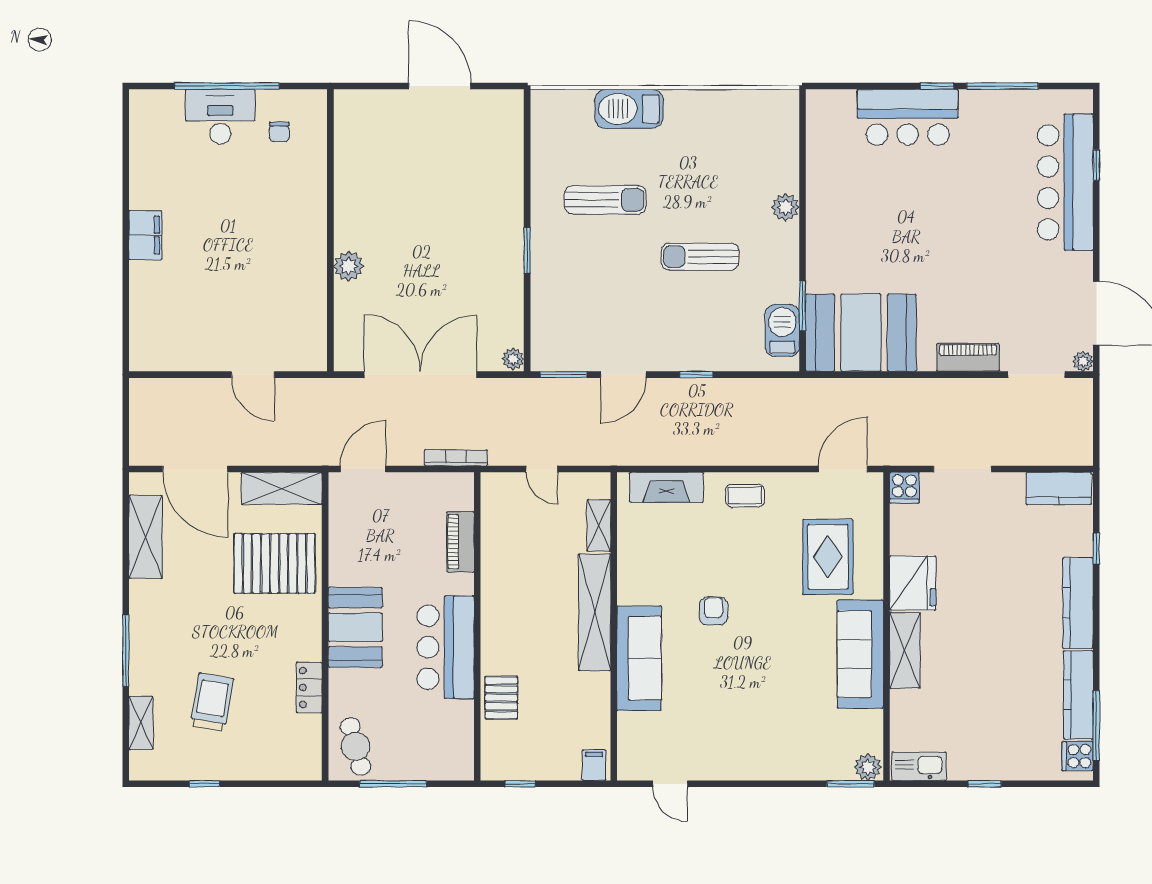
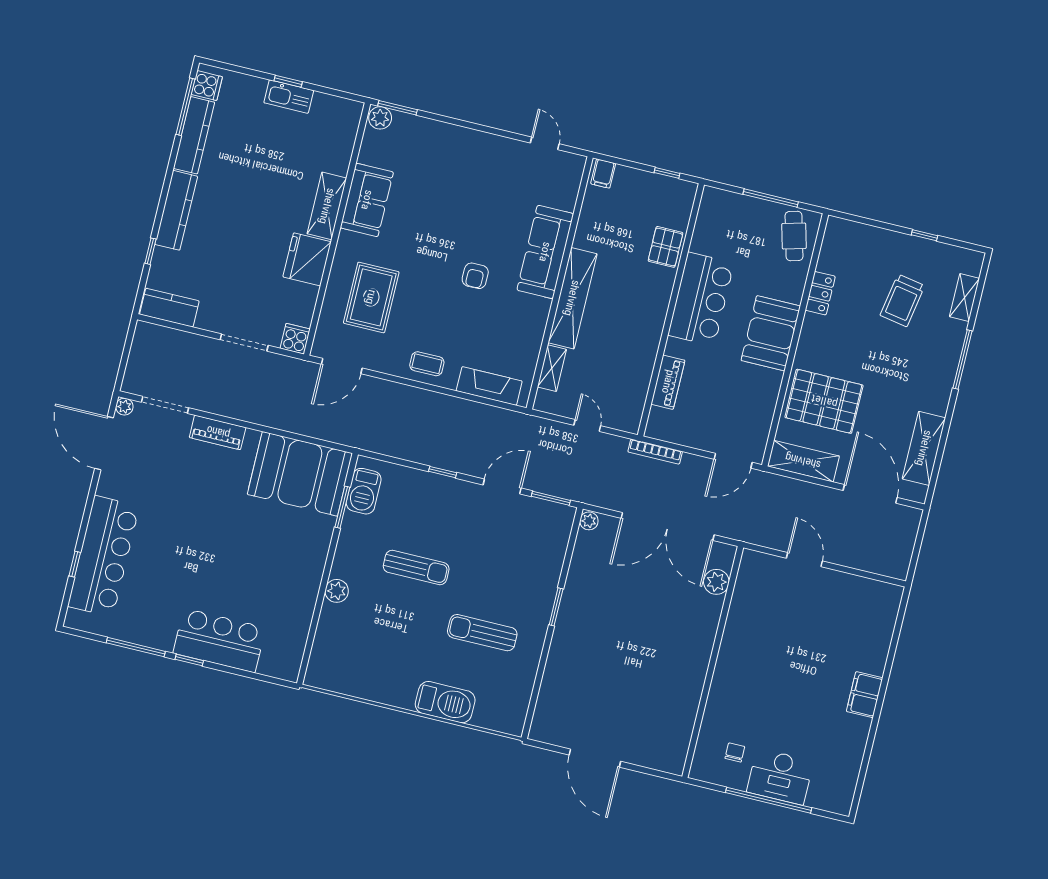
plant: (349, 266) -> (716, 582), moved
sofa: (860, 654) -> (367, 200), width x0.73
kitchen sink: (919, 766) -> (289, 97), moved

